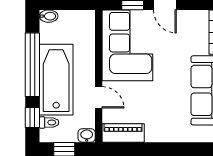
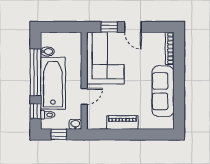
bidet: (49, 16) -> (47, 52), moved
door: (99, 97) -> (84, 96), hinge flipped
piano: (123, 133) -> (122, 122), moved

